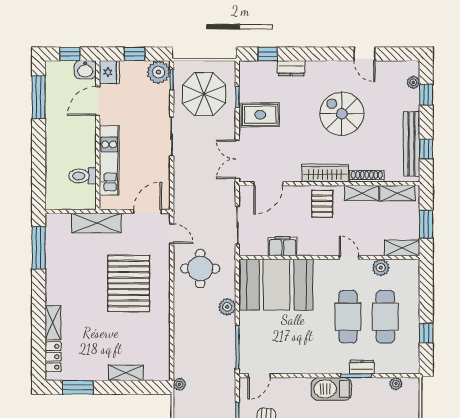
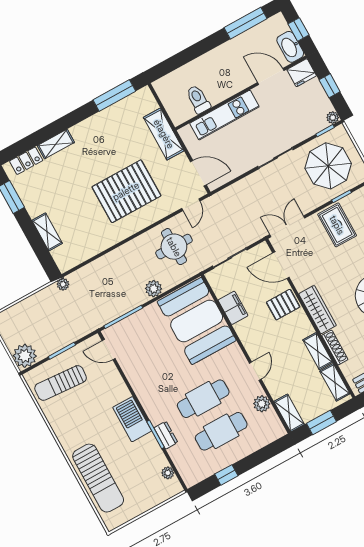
washbasin: (85, 70) -> (290, 47), width x1.38
plant: (158, 72) -> (333, 118), width x0.53, depth x0.53
pallet: (322, 204) -> (283, 305), moved

